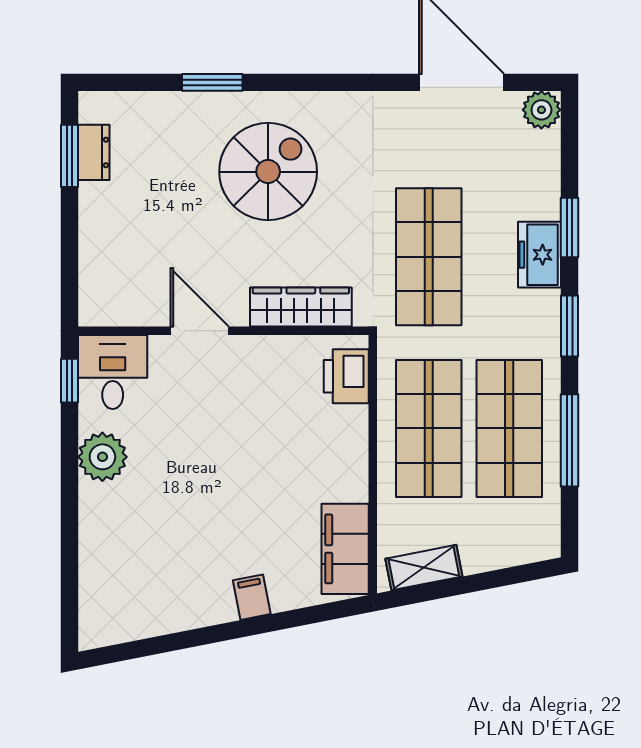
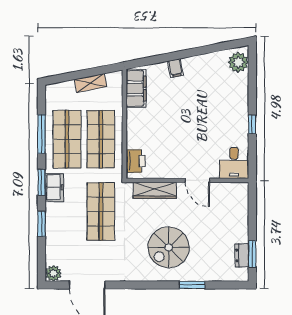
freezer: (540, 255) -> (54, 187), moved
window: (70, 381) -> (252, 124), moved
plant: (102, 457) -> (238, 62), moved
shelving: (424, 568) -> (91, 83), moved

